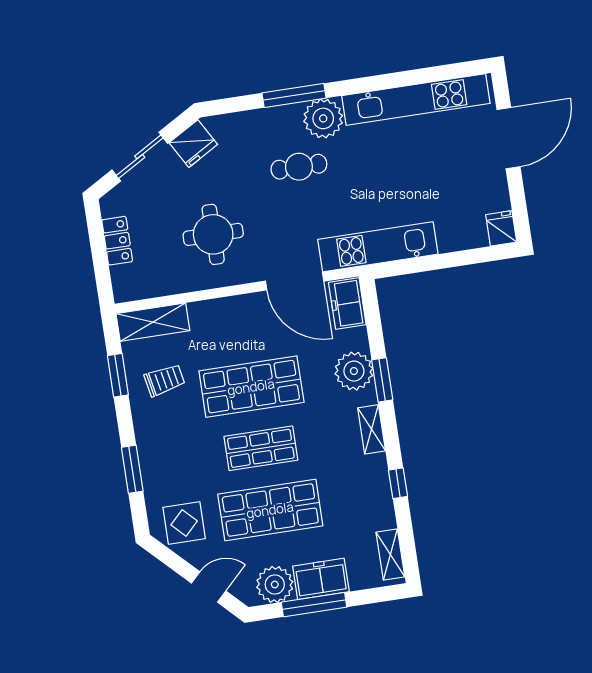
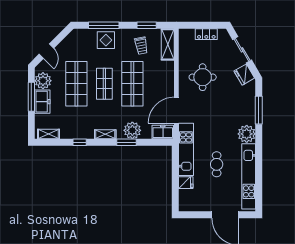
window: (294, 95) -> (259, 110), moved
cafe table: (299, 167) -> (217, 164), moved
fridge: (501, 228) -> (186, 183), moved
window: (132, 469) -> (104, 25), width x1.44
display table: (184, 523) -> (106, 40), moved

